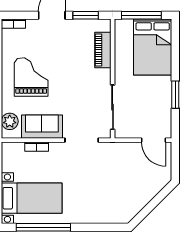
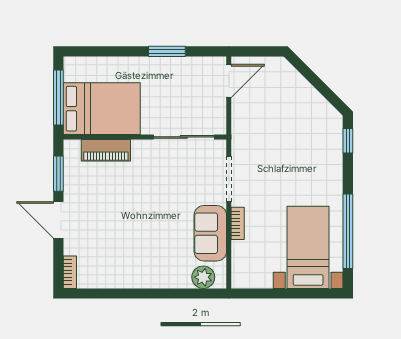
bed: (153, 47) -> (102, 109), moved
grand piano: (31, 77) -> (143, 248), removed
bookcase: (37, 147) -> (238, 223), moved
window: (110, 227) -> (348, 141), added

